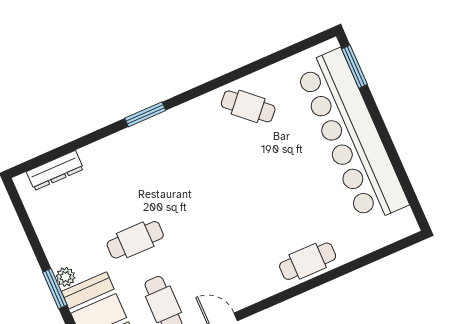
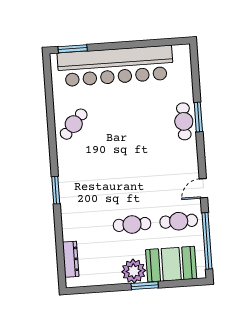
cafe table: (135, 240) -> (132, 224), turned 90
plant: (66, 277) -> (134, 271), width x1.88, depth x1.88
window: (321, 280) -> (198, 117), added

